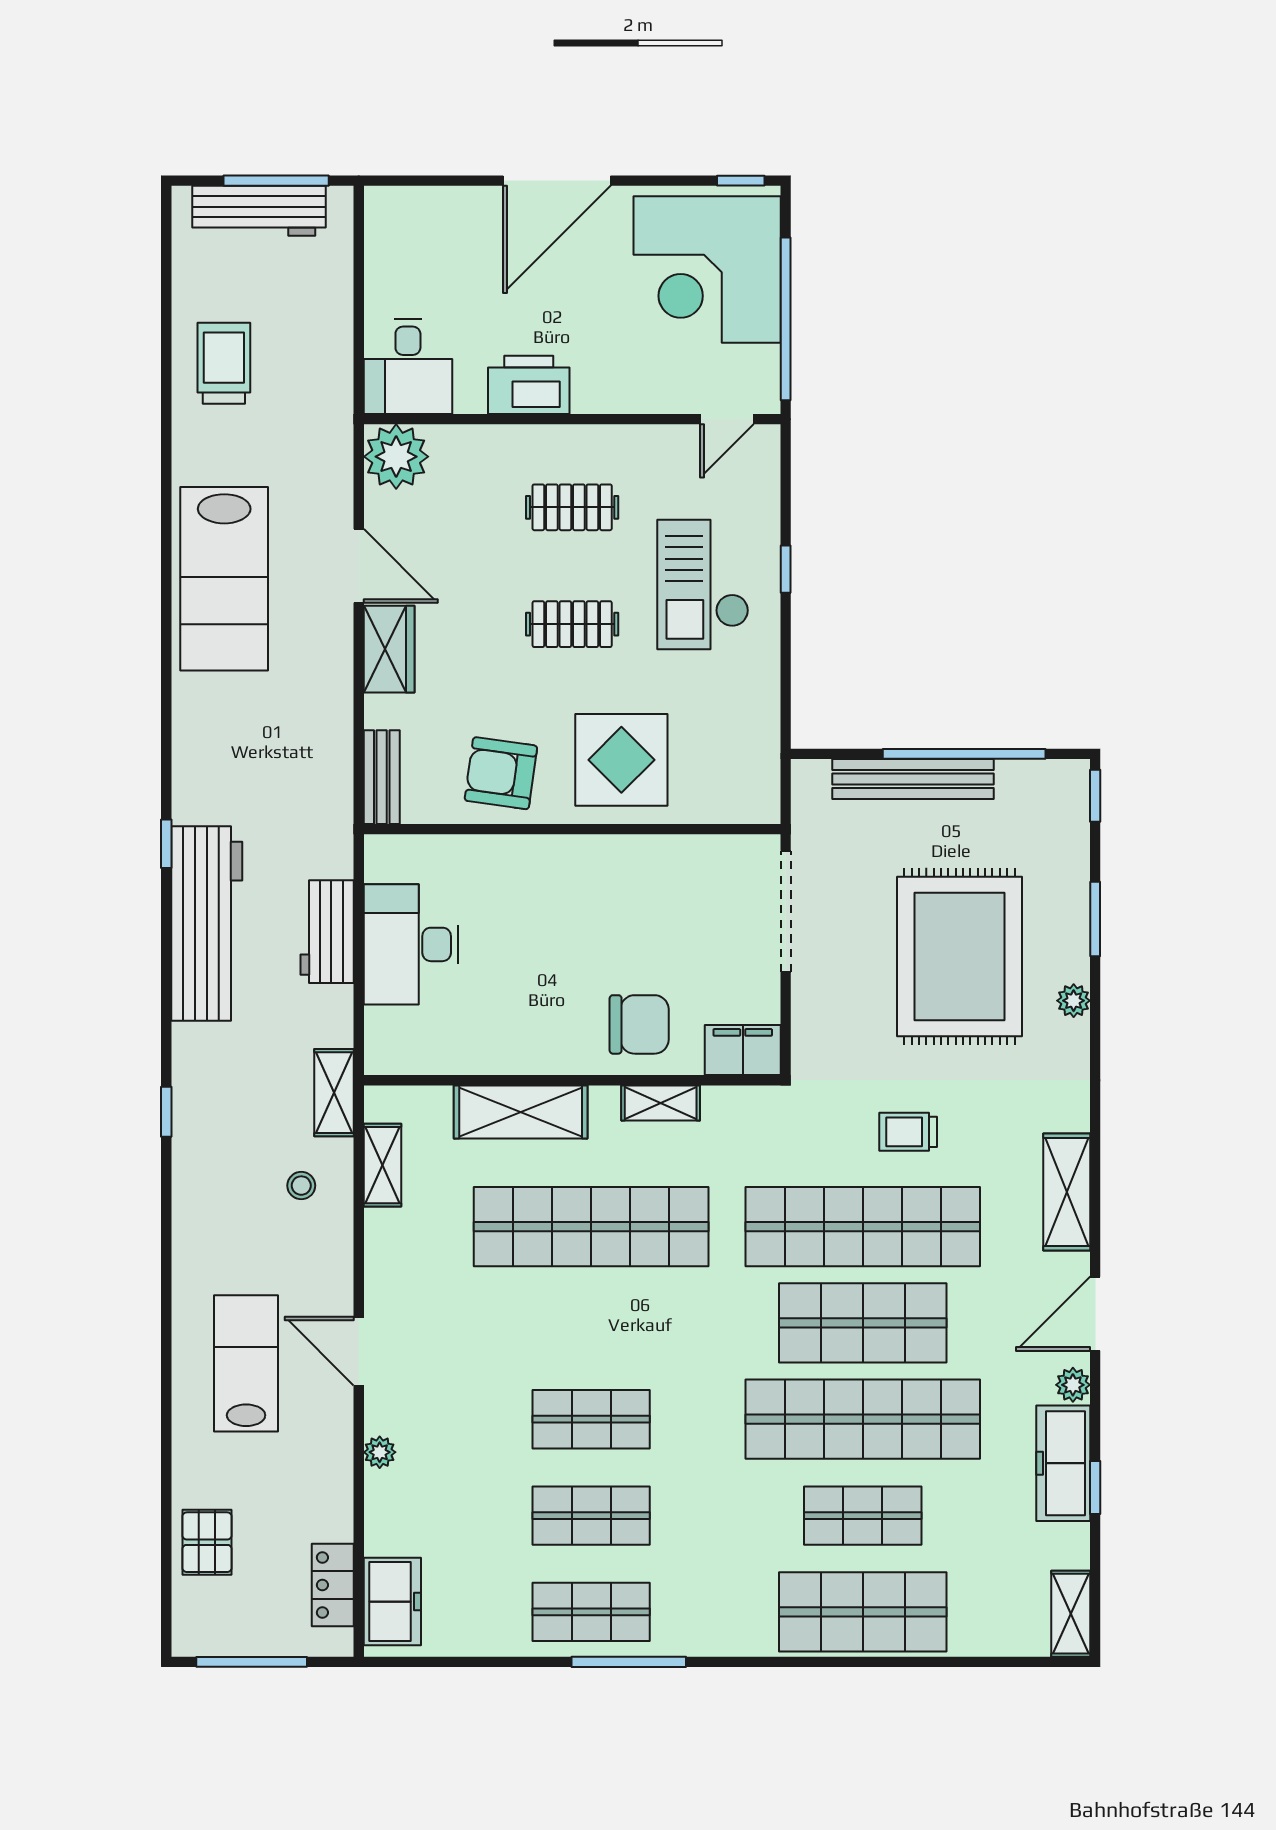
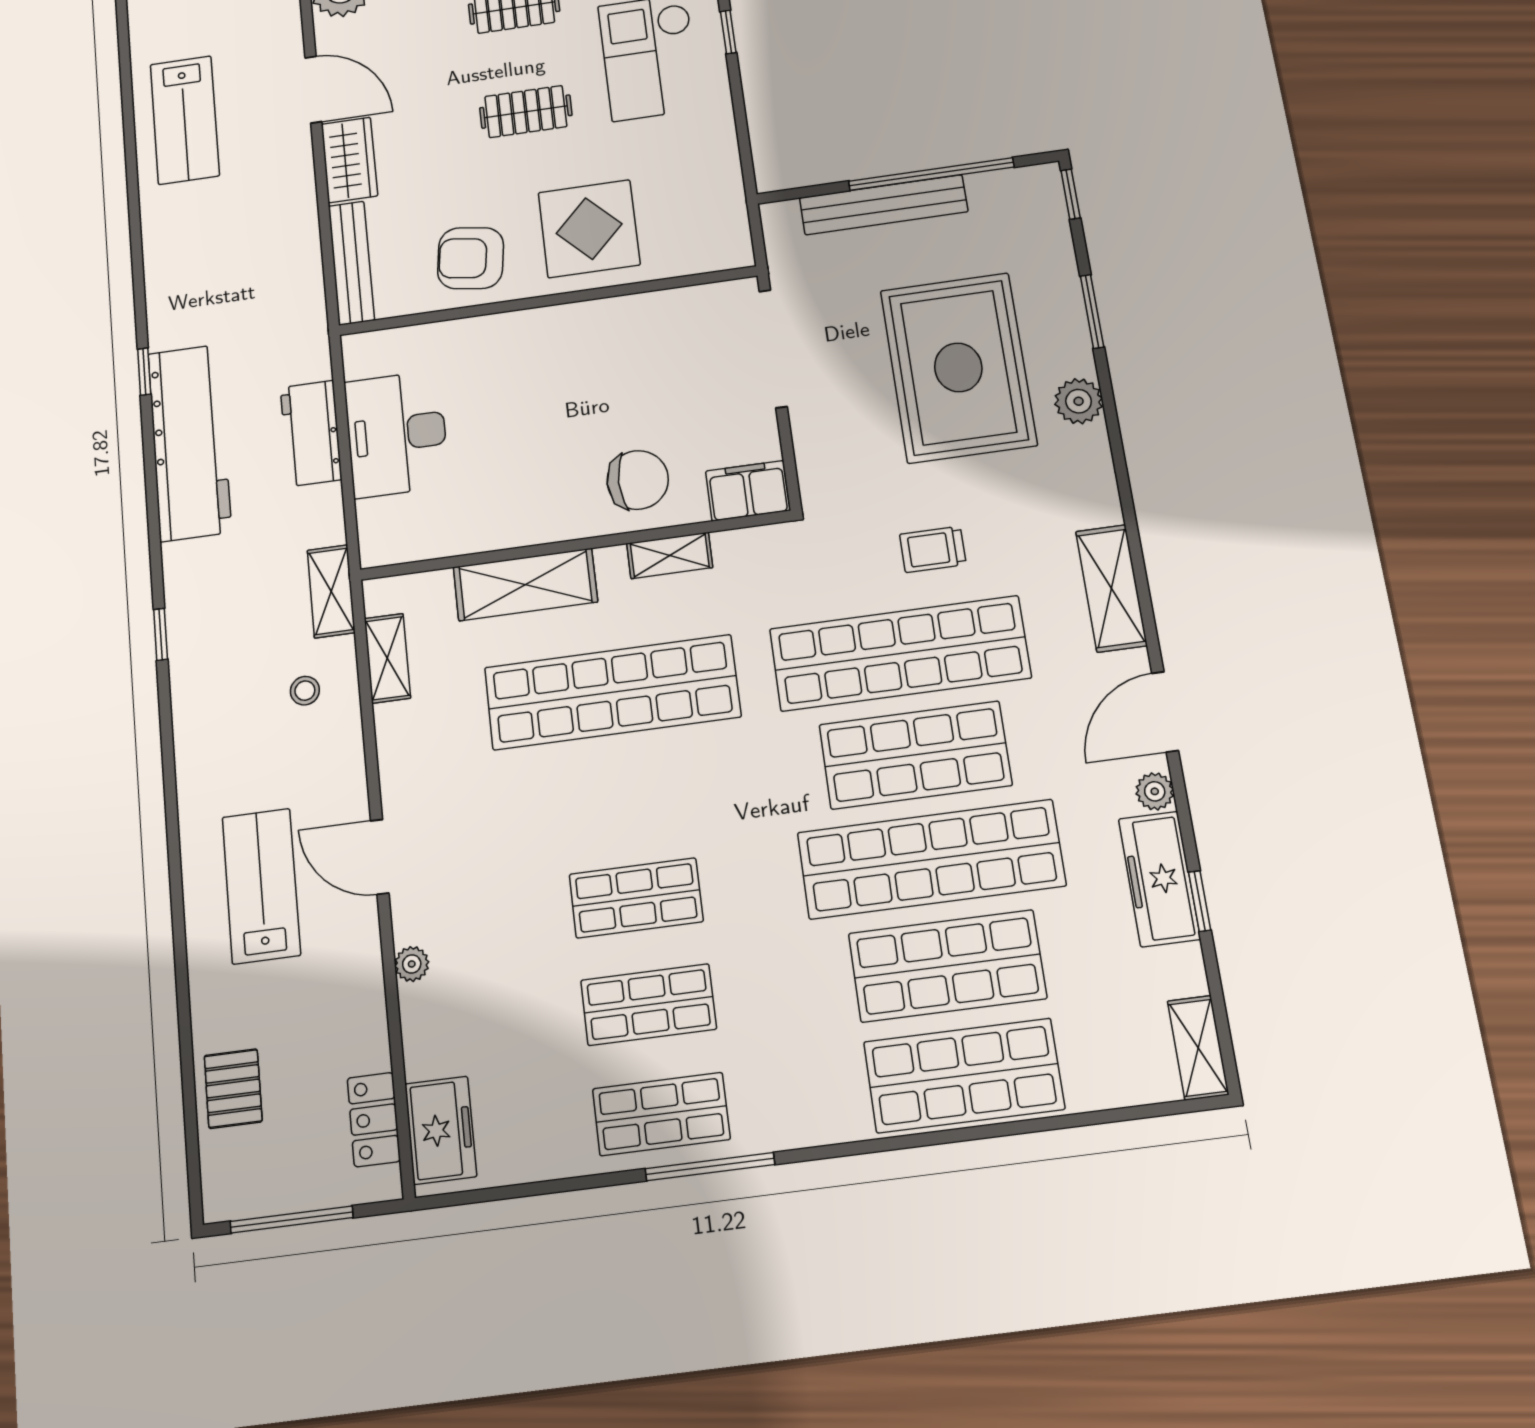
lab bench: (224, 579) -> (185, 120), width x0.73, depth x0.72
bench: (382, 777) -> (351, 263), width x1.36
plant: (1074, 1001) -> (1079, 401), width x1.38, depth x1.38
shop shelf: (863, 1516) -> (947, 966), width x1.43, depth x1.36

